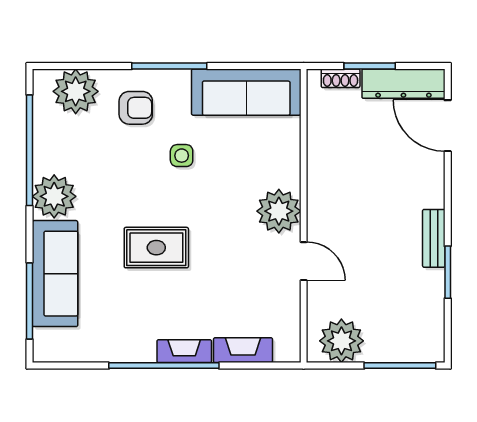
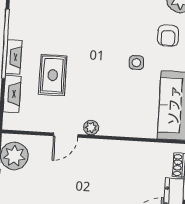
plant: (279, 211) -> (91, 128), width x0.53, depth x0.53
rug: (156, 248) -> (53, 75), moved

